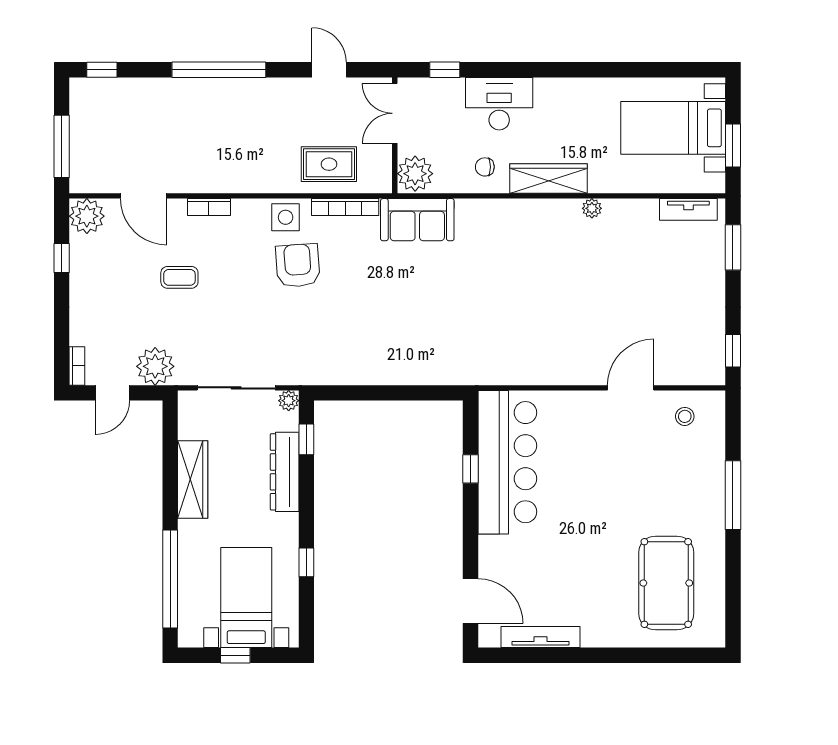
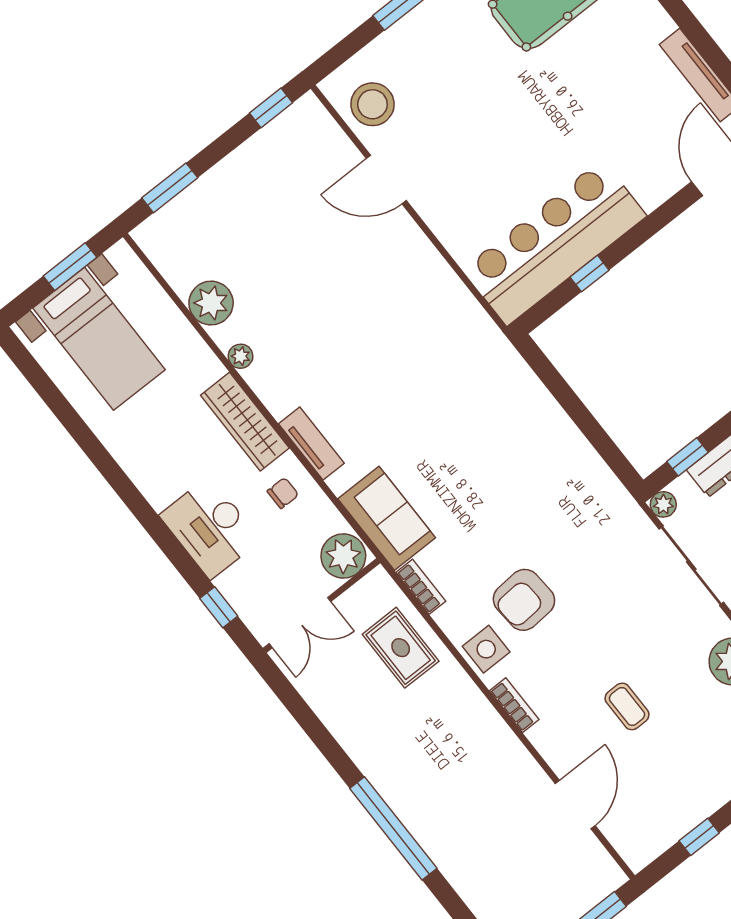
door: (329, 70) -> (308, 721), removed
chair: (485, 167) -> (283, 493), turned -90
bookcase: (209, 207) -> (514, 705), moved
bookcase: (345, 207) -> (421, 587), width x0.64
tv unit: (688, 209) -> (311, 444), moved
plant: (87, 216) -> (211, 303), moved
stool: (685, 416) -> (372, 104), width x1.89, depth x1.89

